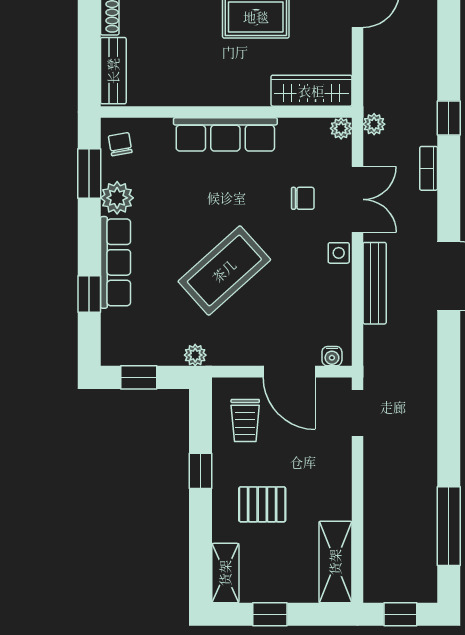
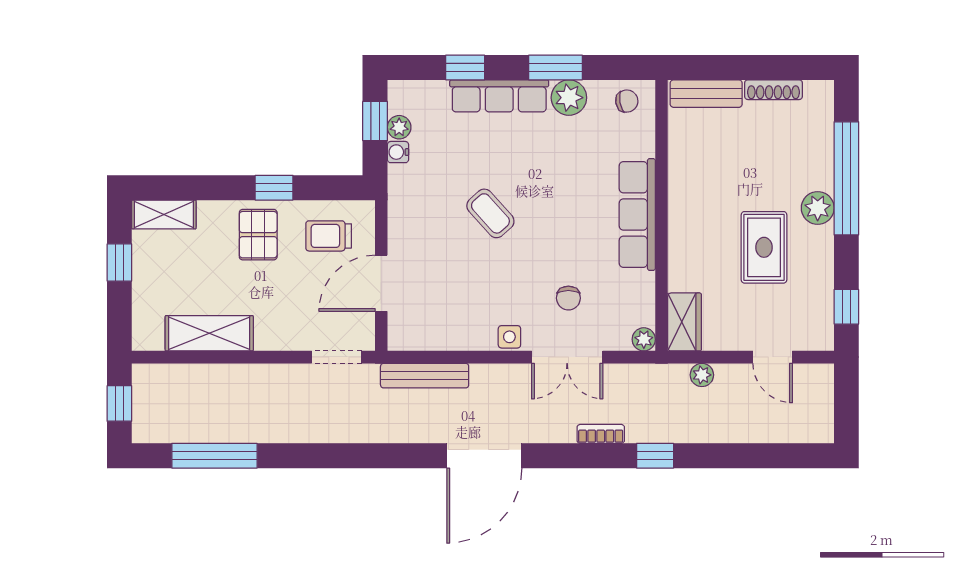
wardrobe: (311, 91) -> (685, 322), width x0.67
plant: (374, 124) -> (702, 375), moved
window: (89, 174) -> (555, 68), moved
coffee table: (224, 271) -> (490, 213), width x0.54, depth x0.58
bench: (375, 283) -> (425, 376), moved
plant: (195, 355) -> (399, 127), moved
water cooler: (332, 356) -> (398, 152), moved
pallet: (262, 504) -> (258, 235), moved
shelving: (335, 562) -> (209, 333), moved

